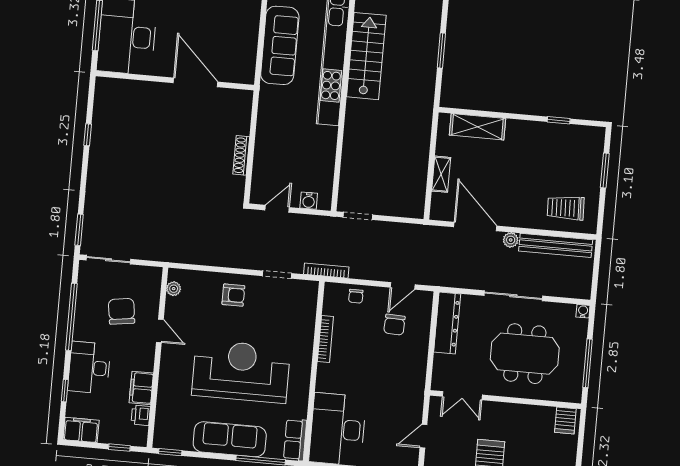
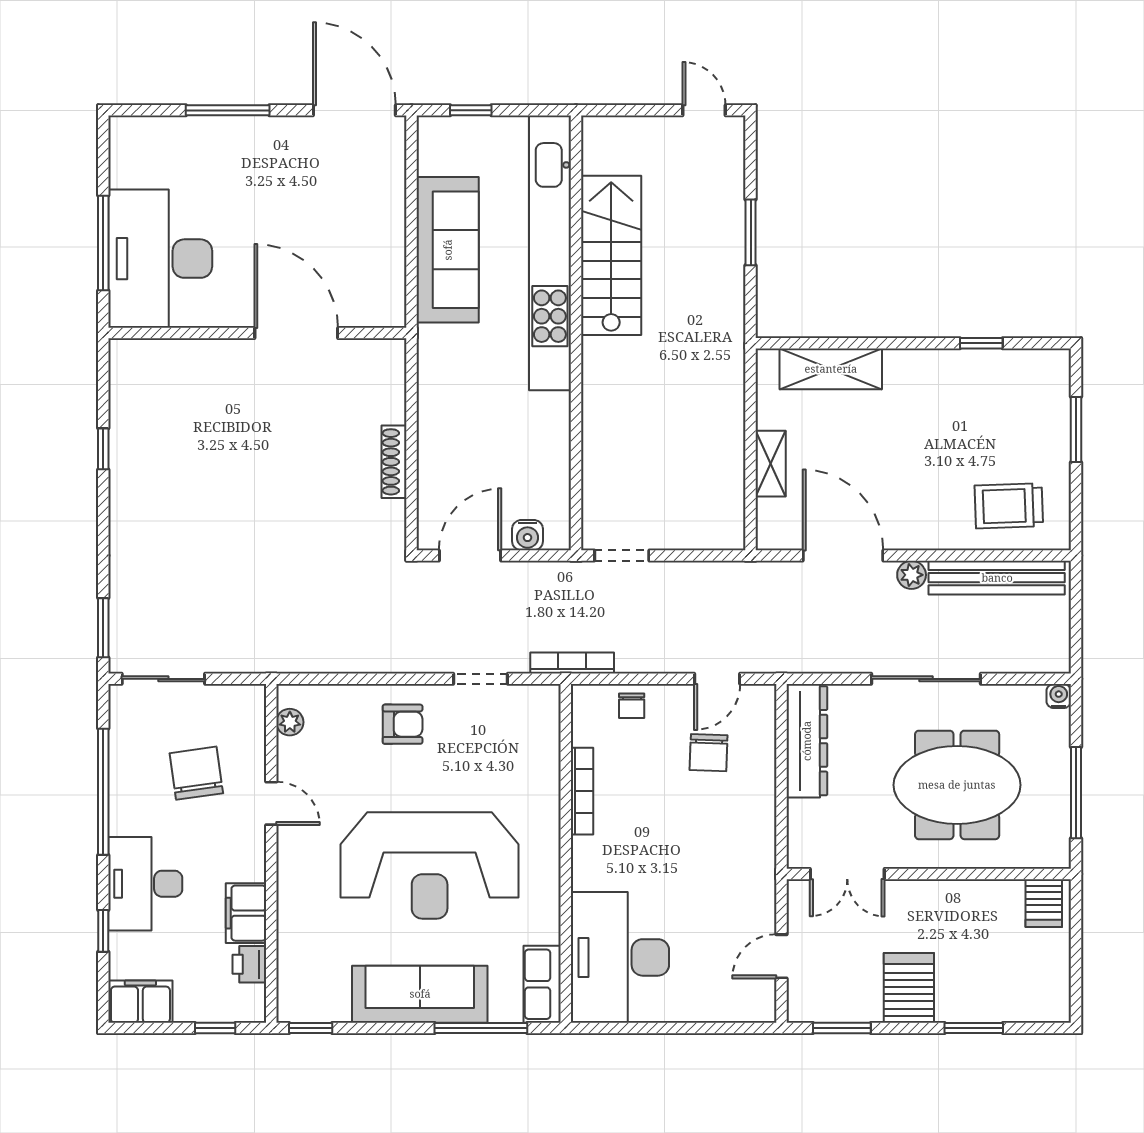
door: (277, 209) -> (470, 556), width x1.38
reception desk: (241, 371) -> (430, 865), turned 180

